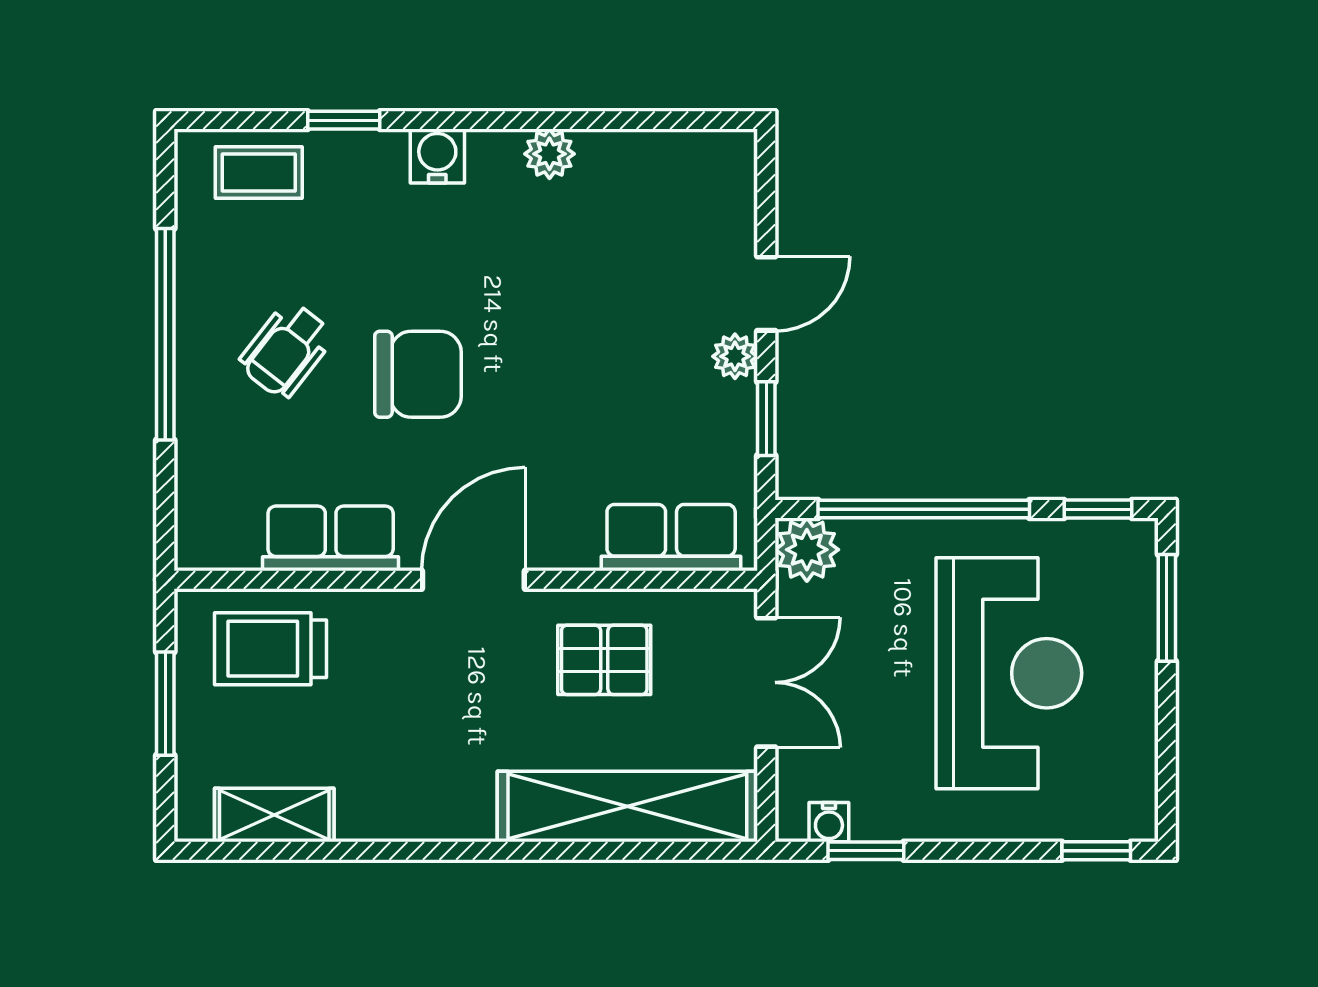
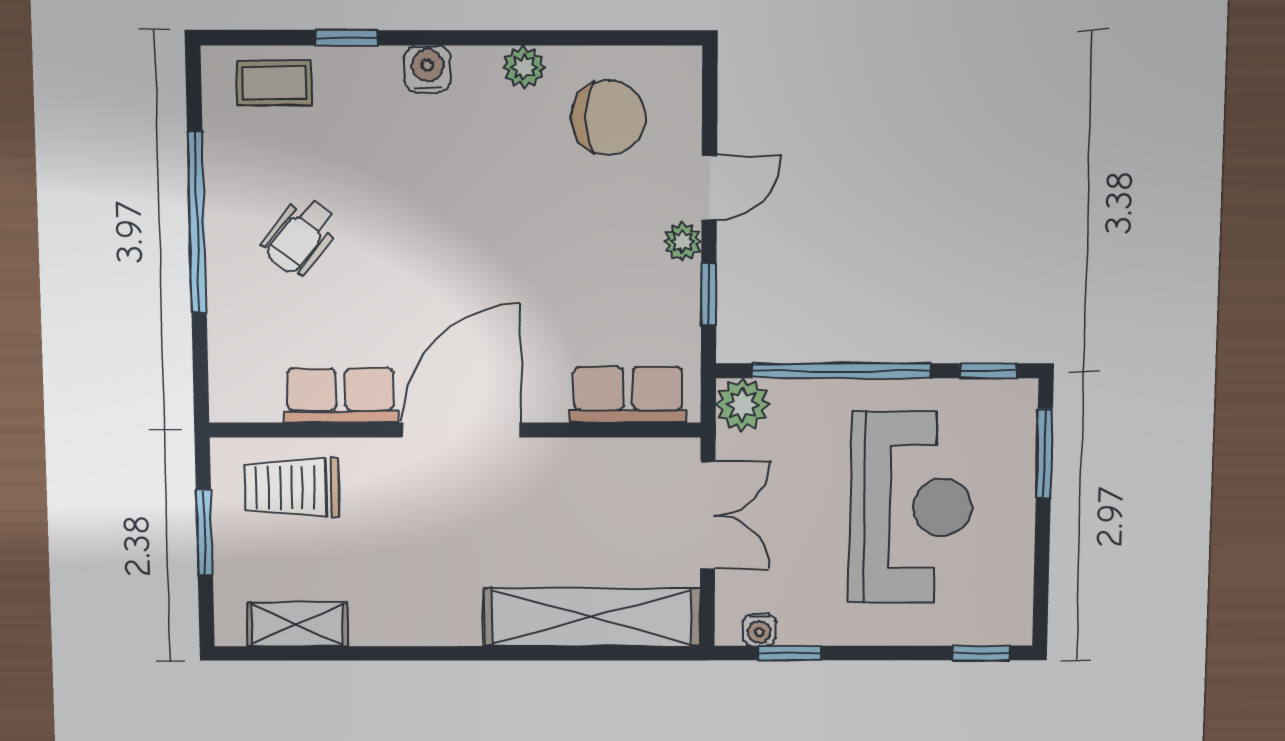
chair: (418, 374) -> (609, 117), moved
door: (473, 580) -> (462, 430), width x1.36
pallet: (604, 660) -> (572, 497), removed

